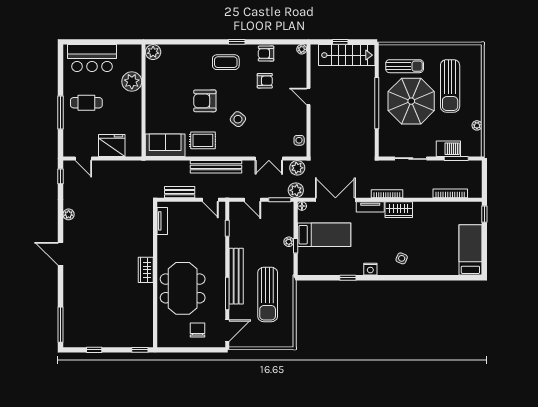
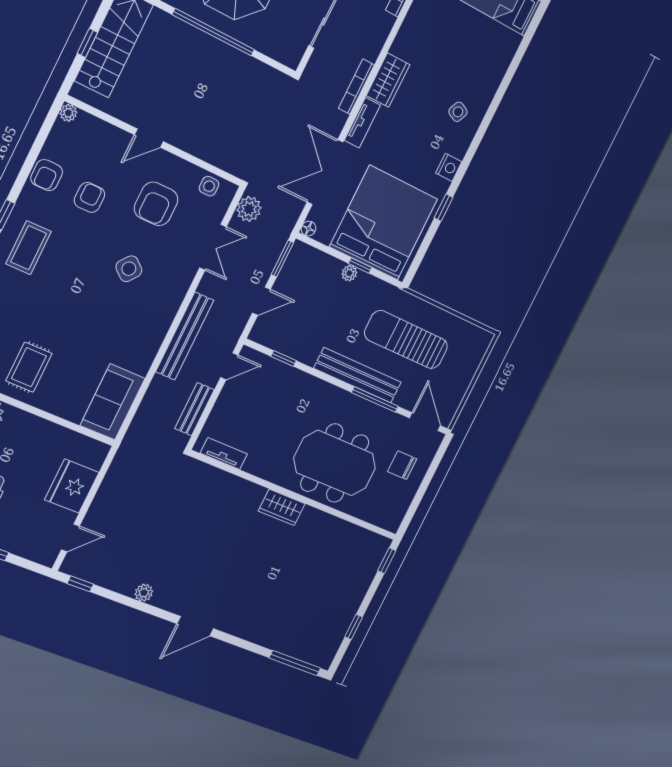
armchair: (205, 101) -> (156, 204), moved
rug: (203, 140) -> (29, 367), moved
plant: (296, 190) -> (281, 227), removed
bed: (324, 235) -> (384, 223), width x2.04
sun lounger: (268, 294) -> (406, 340), turned 180

